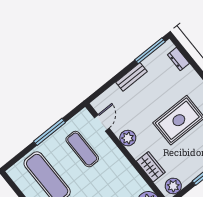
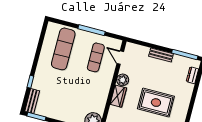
door: (102, 123) -> (120, 58), swing flipped
wardrobe: (151, 167) -> (118, 96), moved

